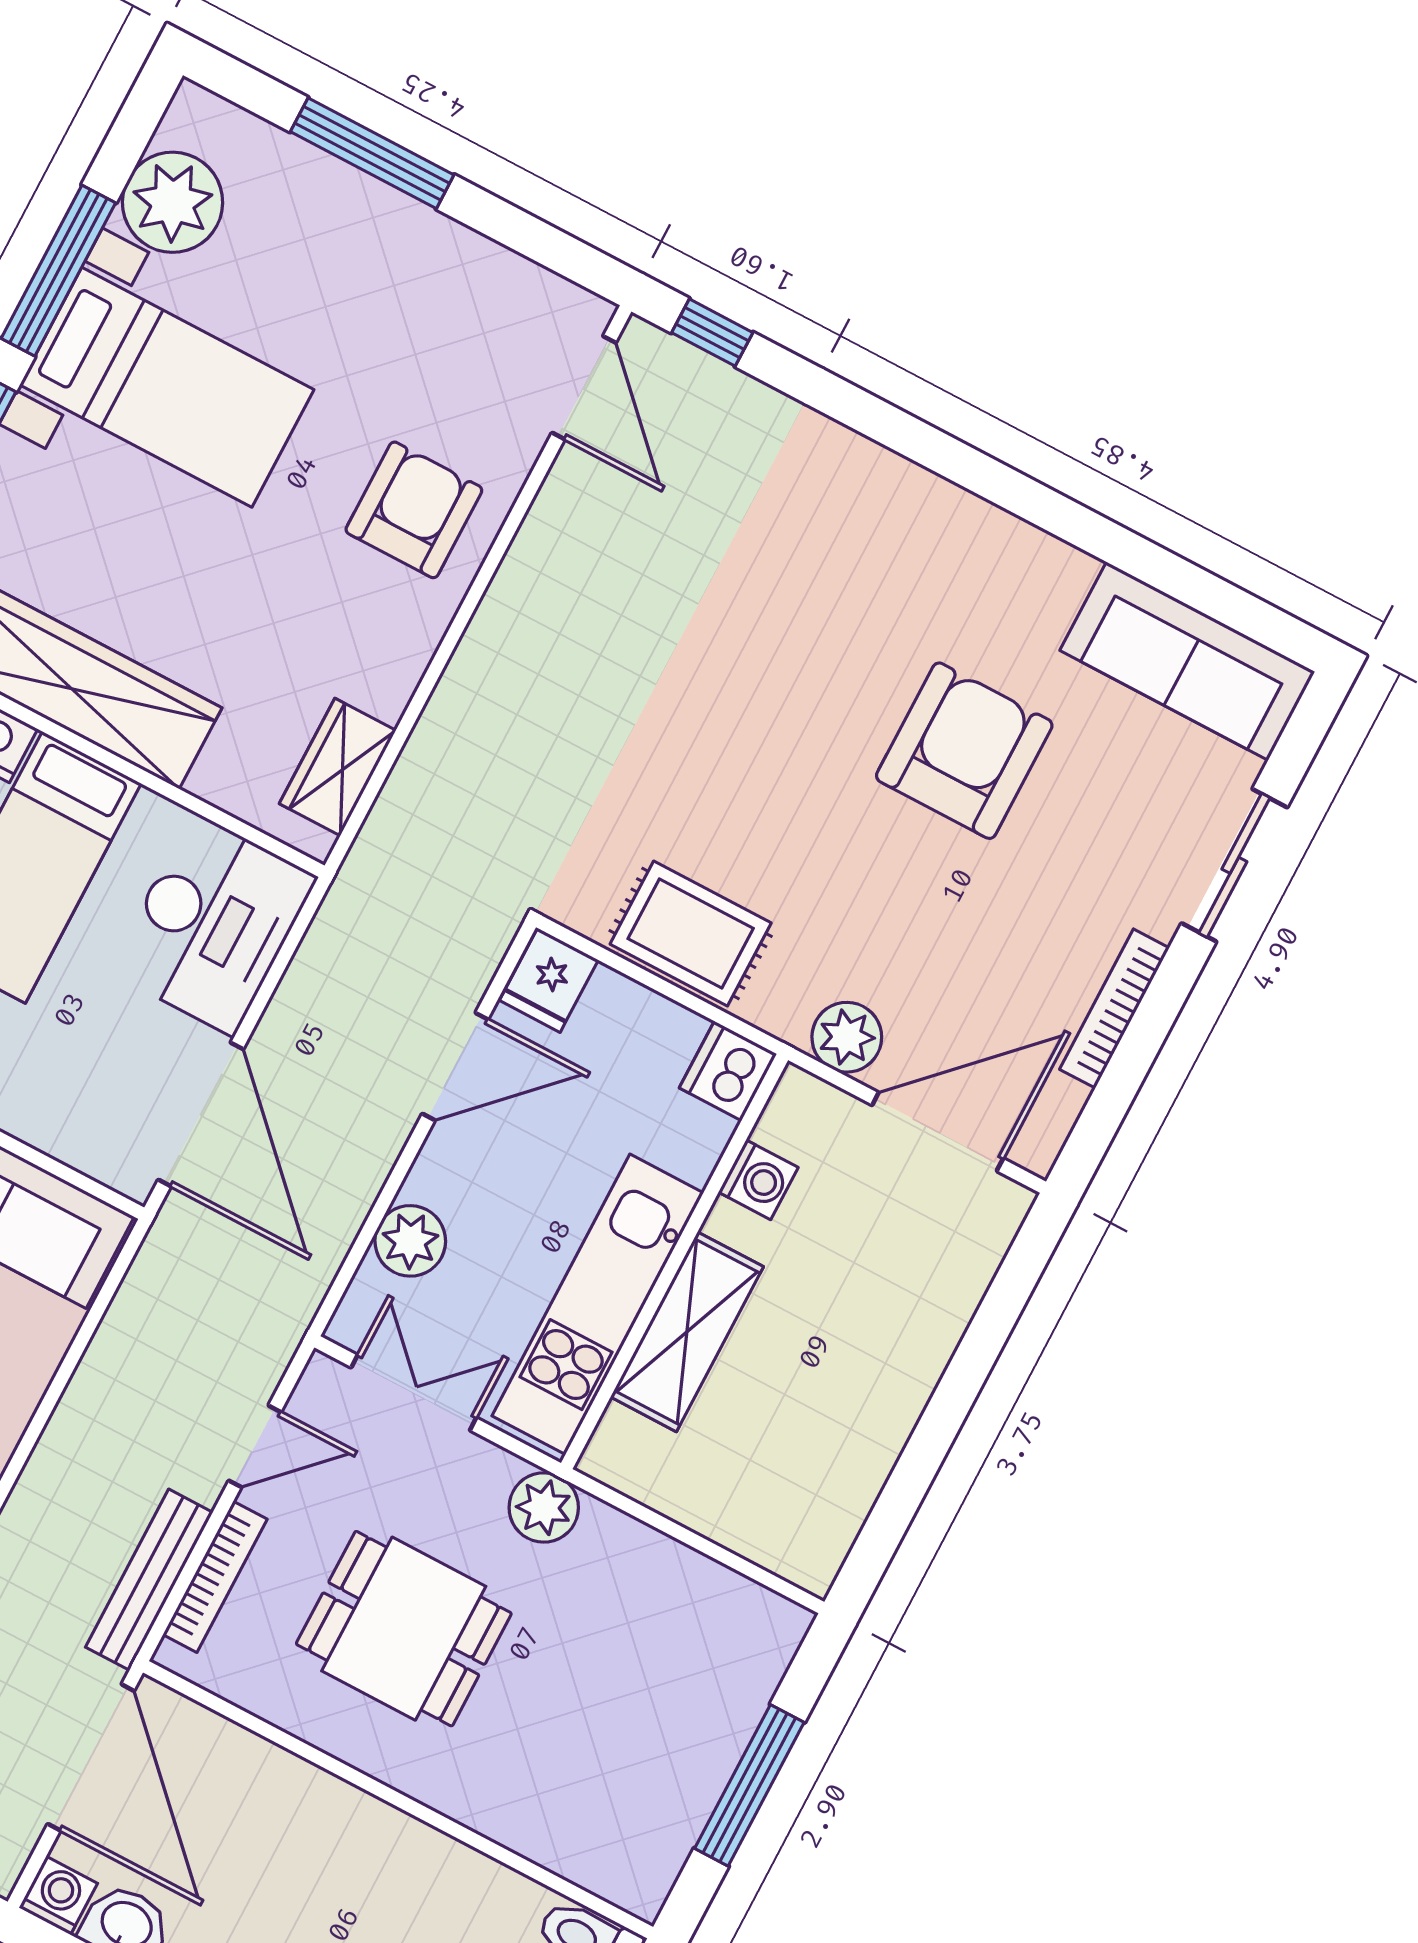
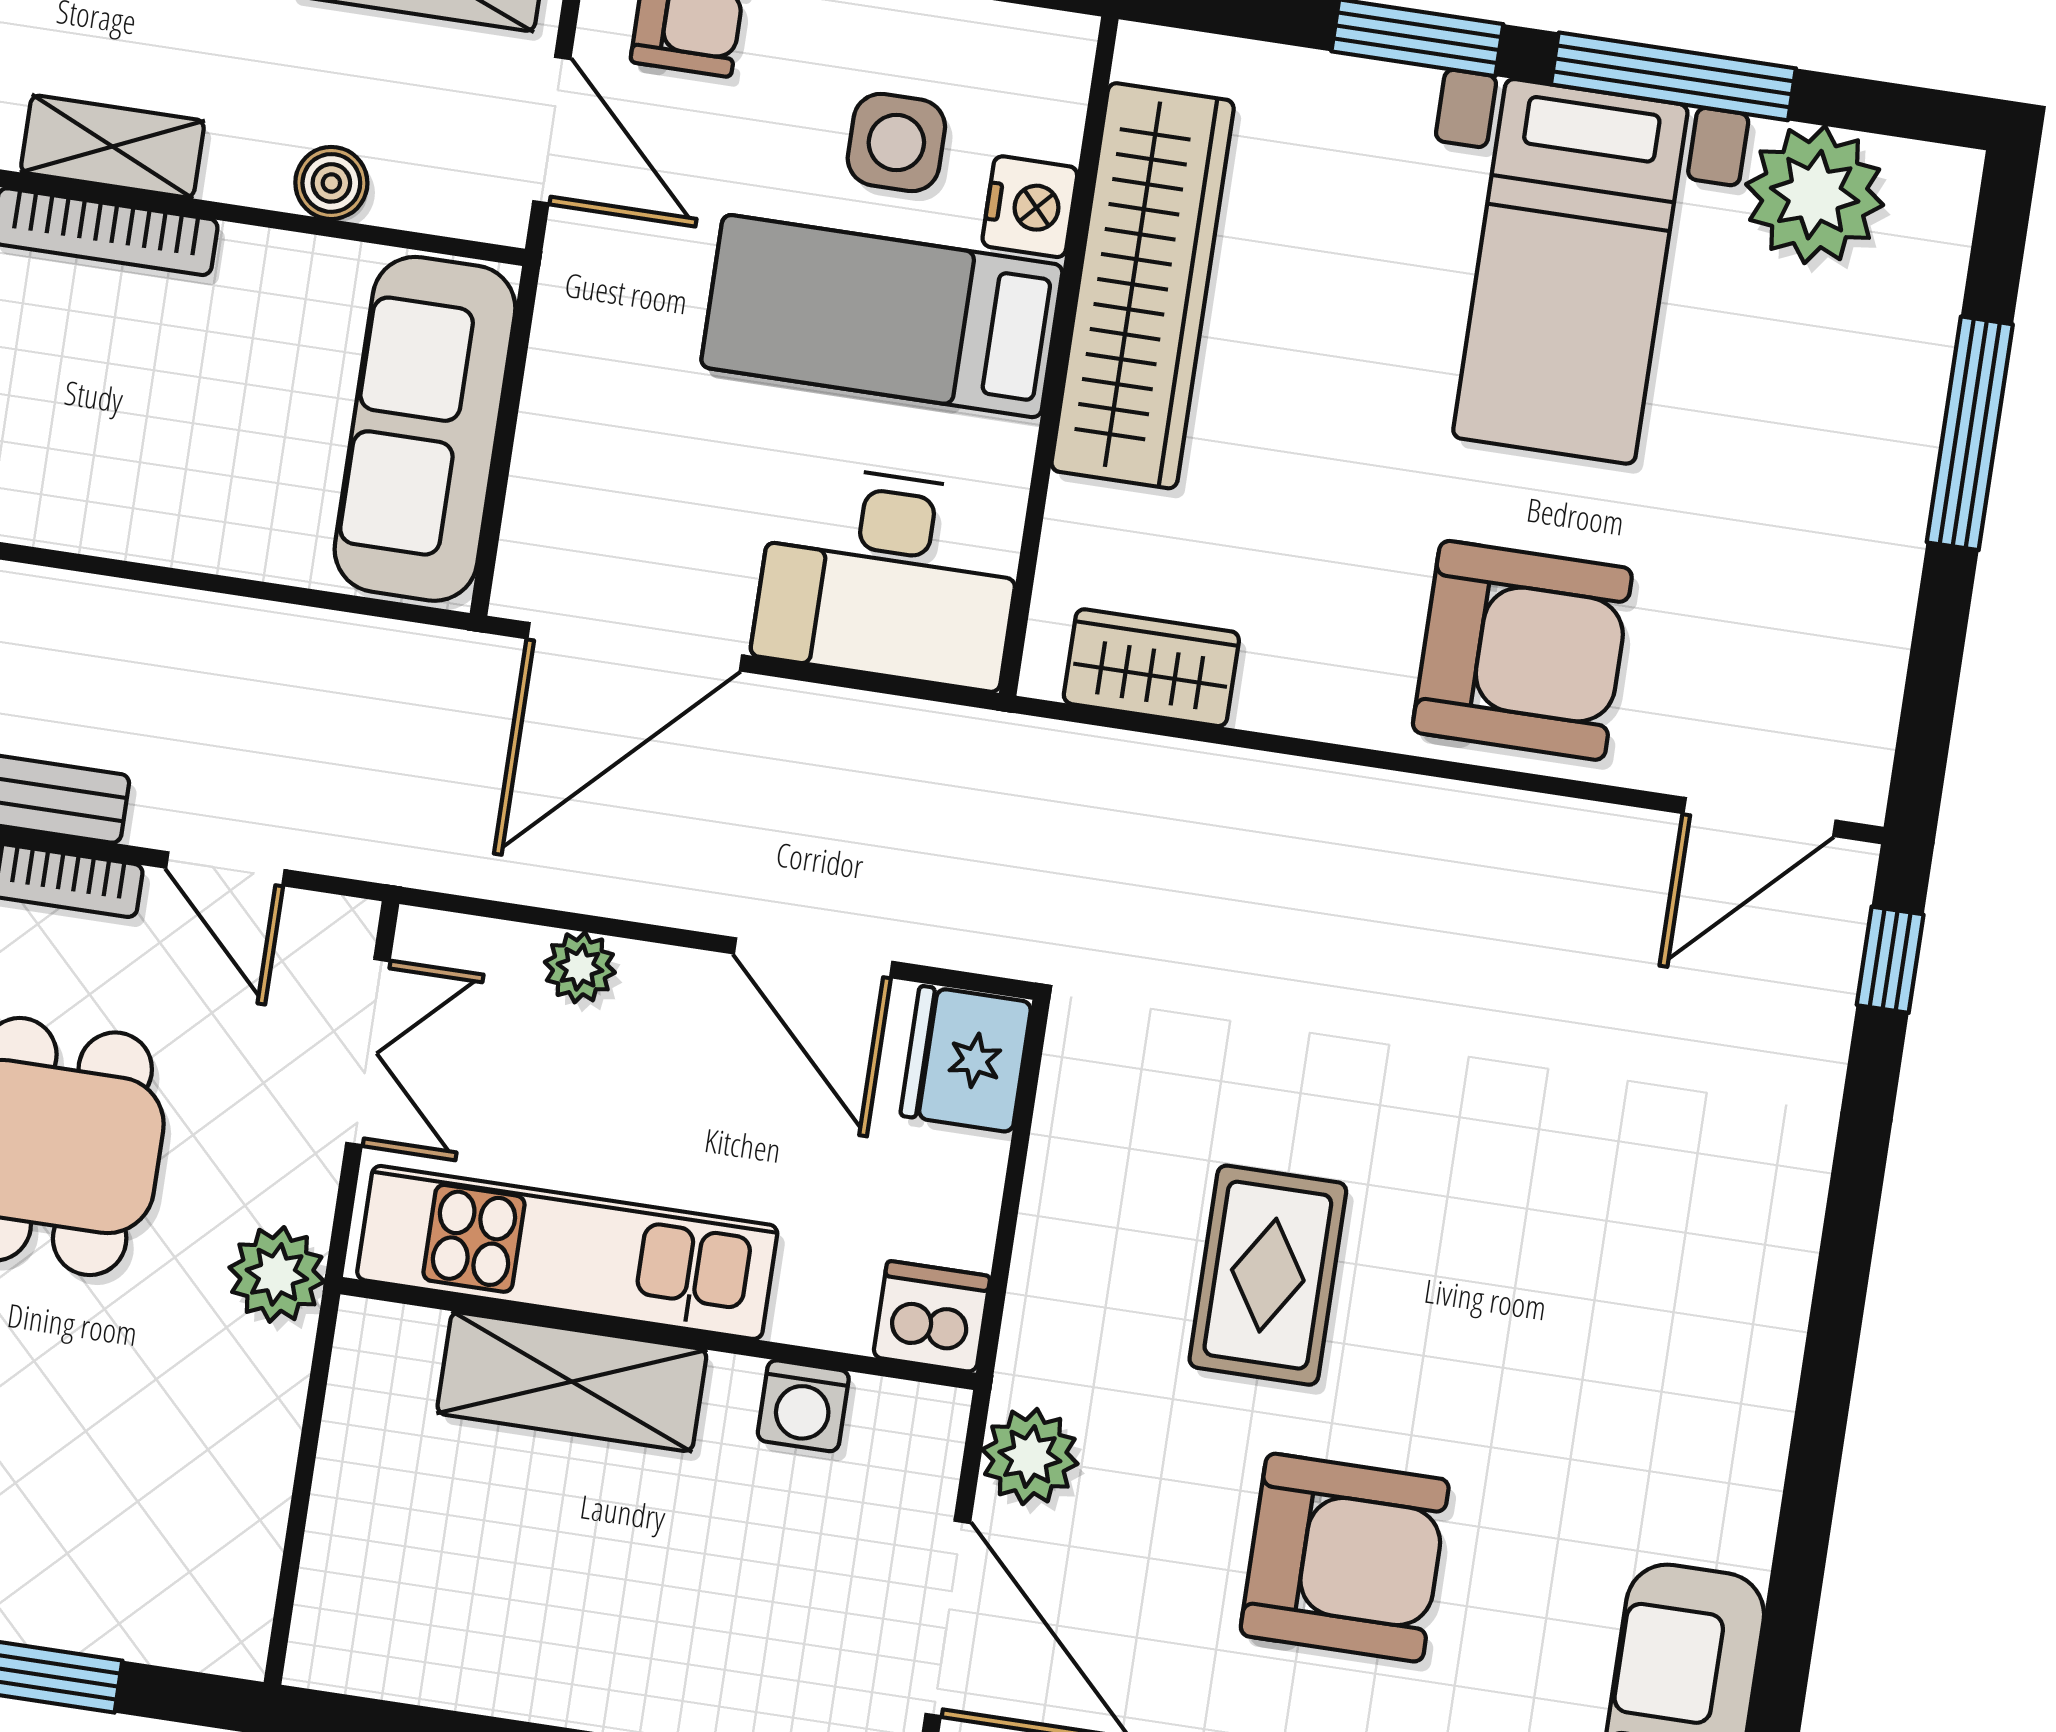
armchair: (414, 510) -> (1522, 650), width x1.36, depth x1.36
armchair: (964, 751) -> (1345, 1558), moved
rug: (691, 934) -> (1268, 1275), moved
fridge: (549, 980) -> (966, 1059), width x1.38
plant: (410, 1241) -> (580, 967), width x0.73, depth x0.73

